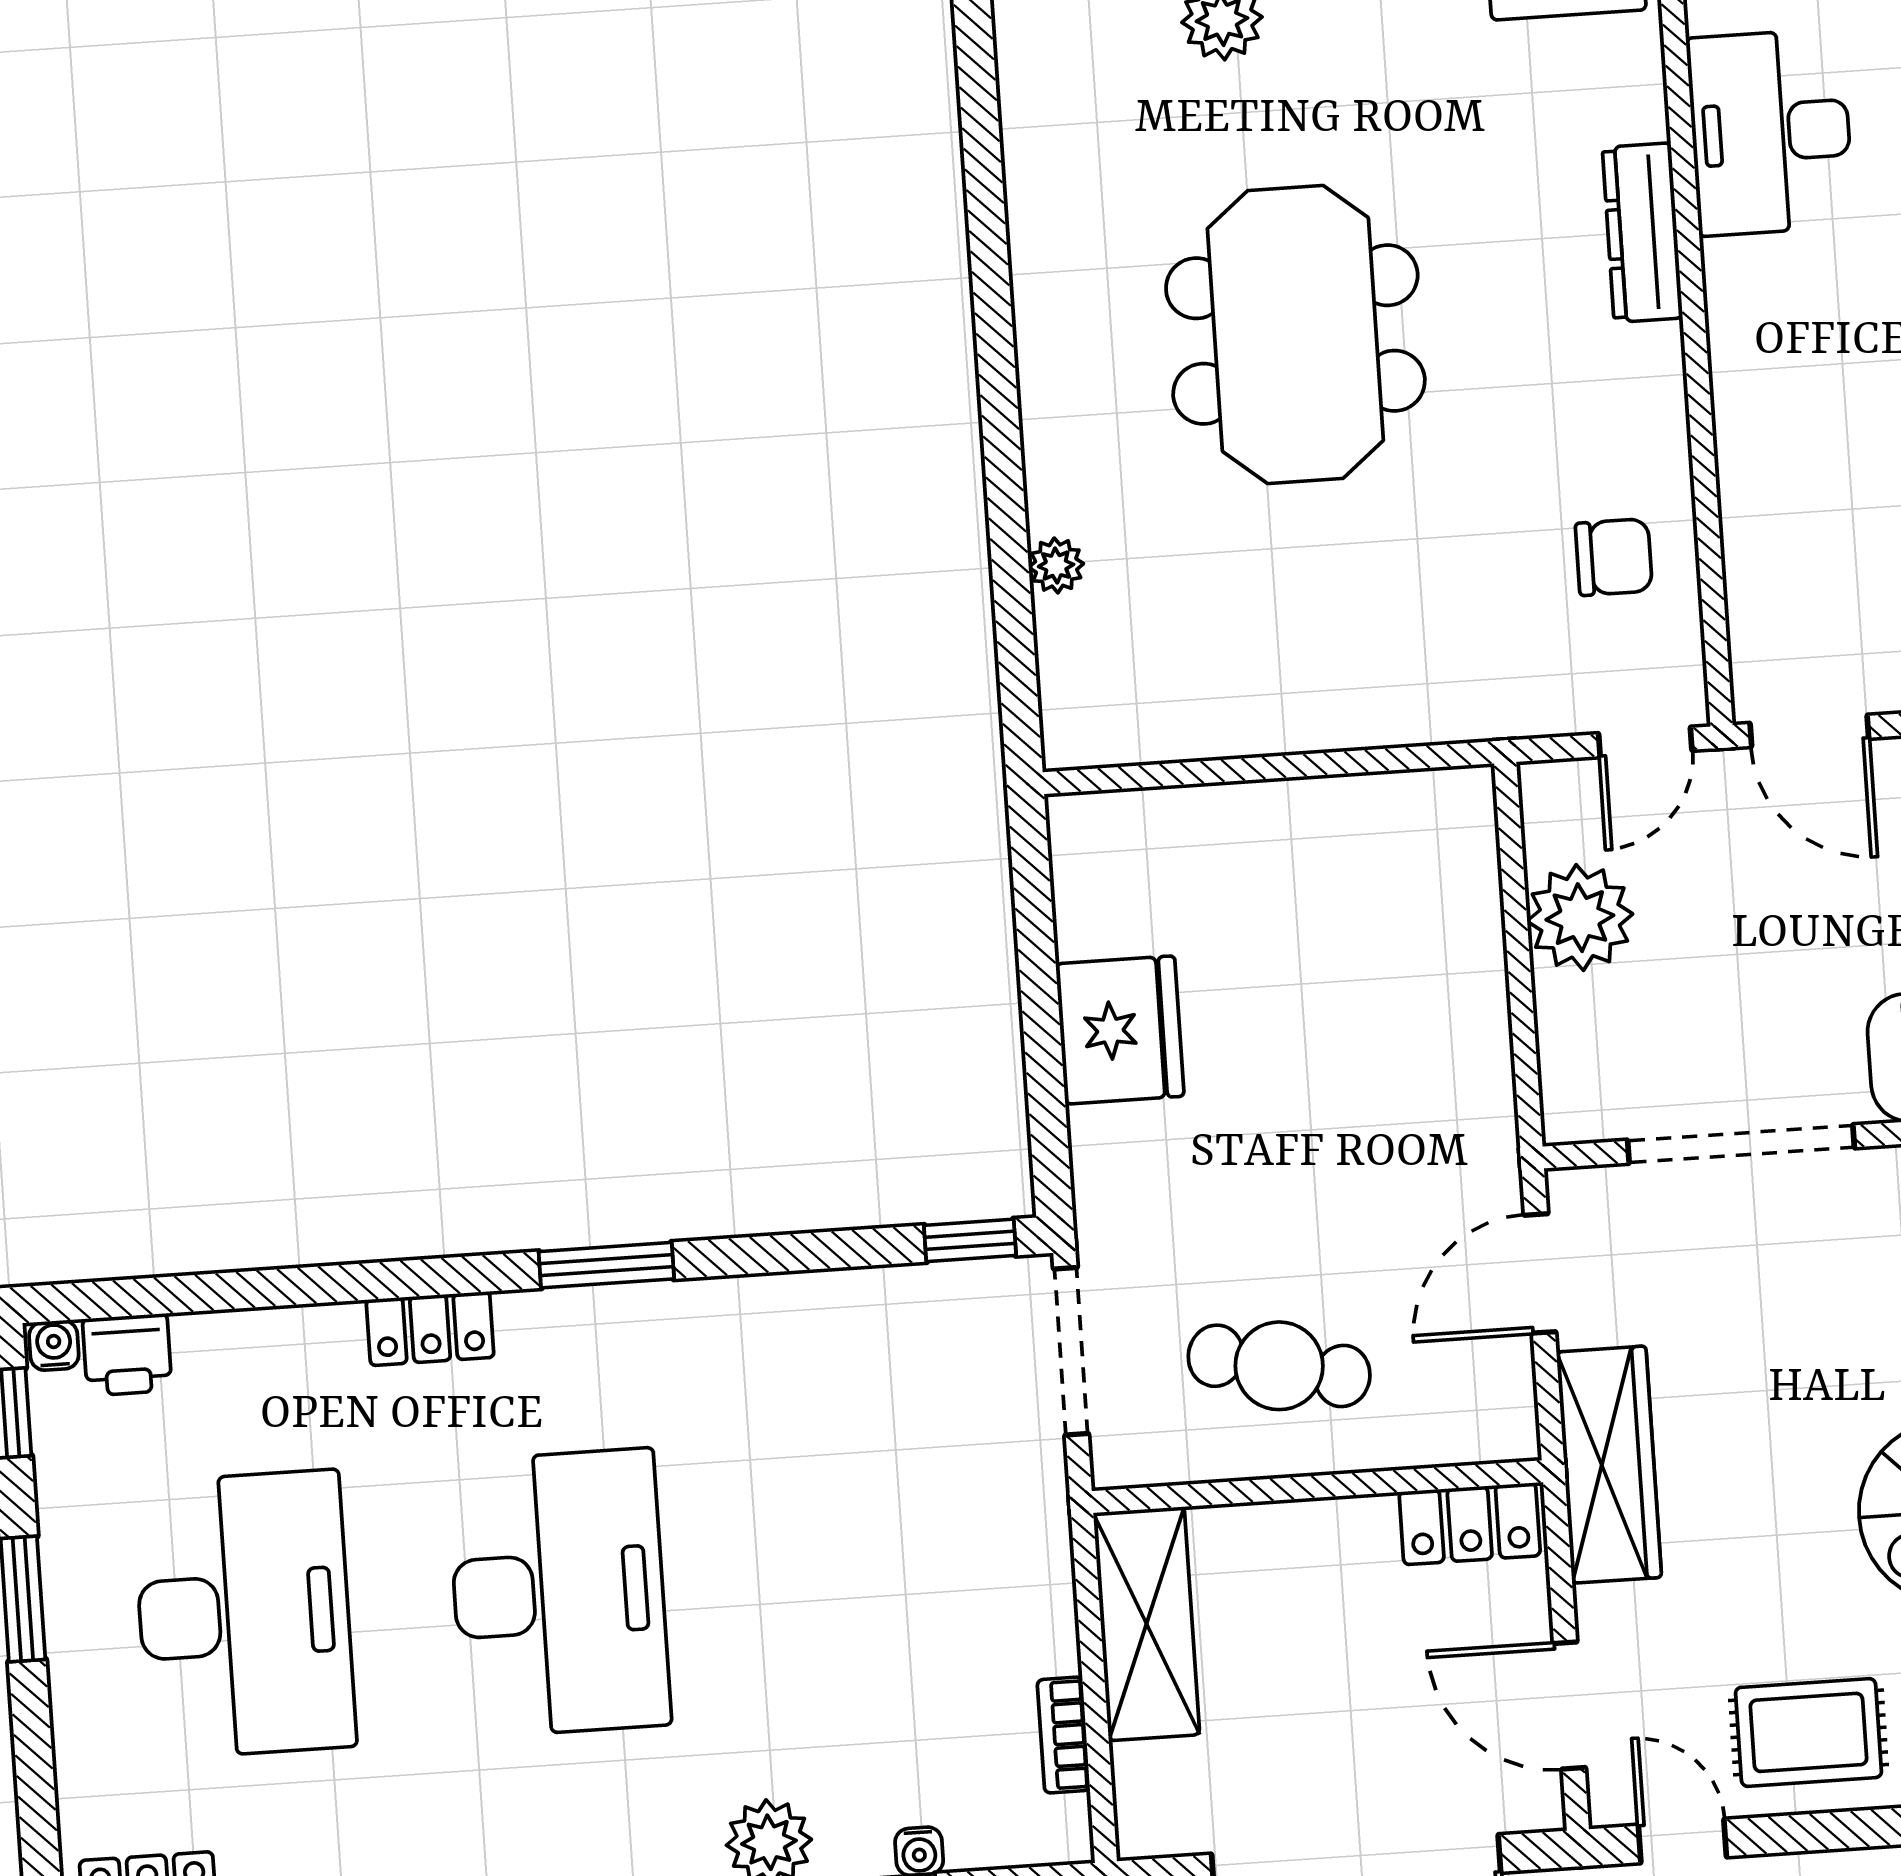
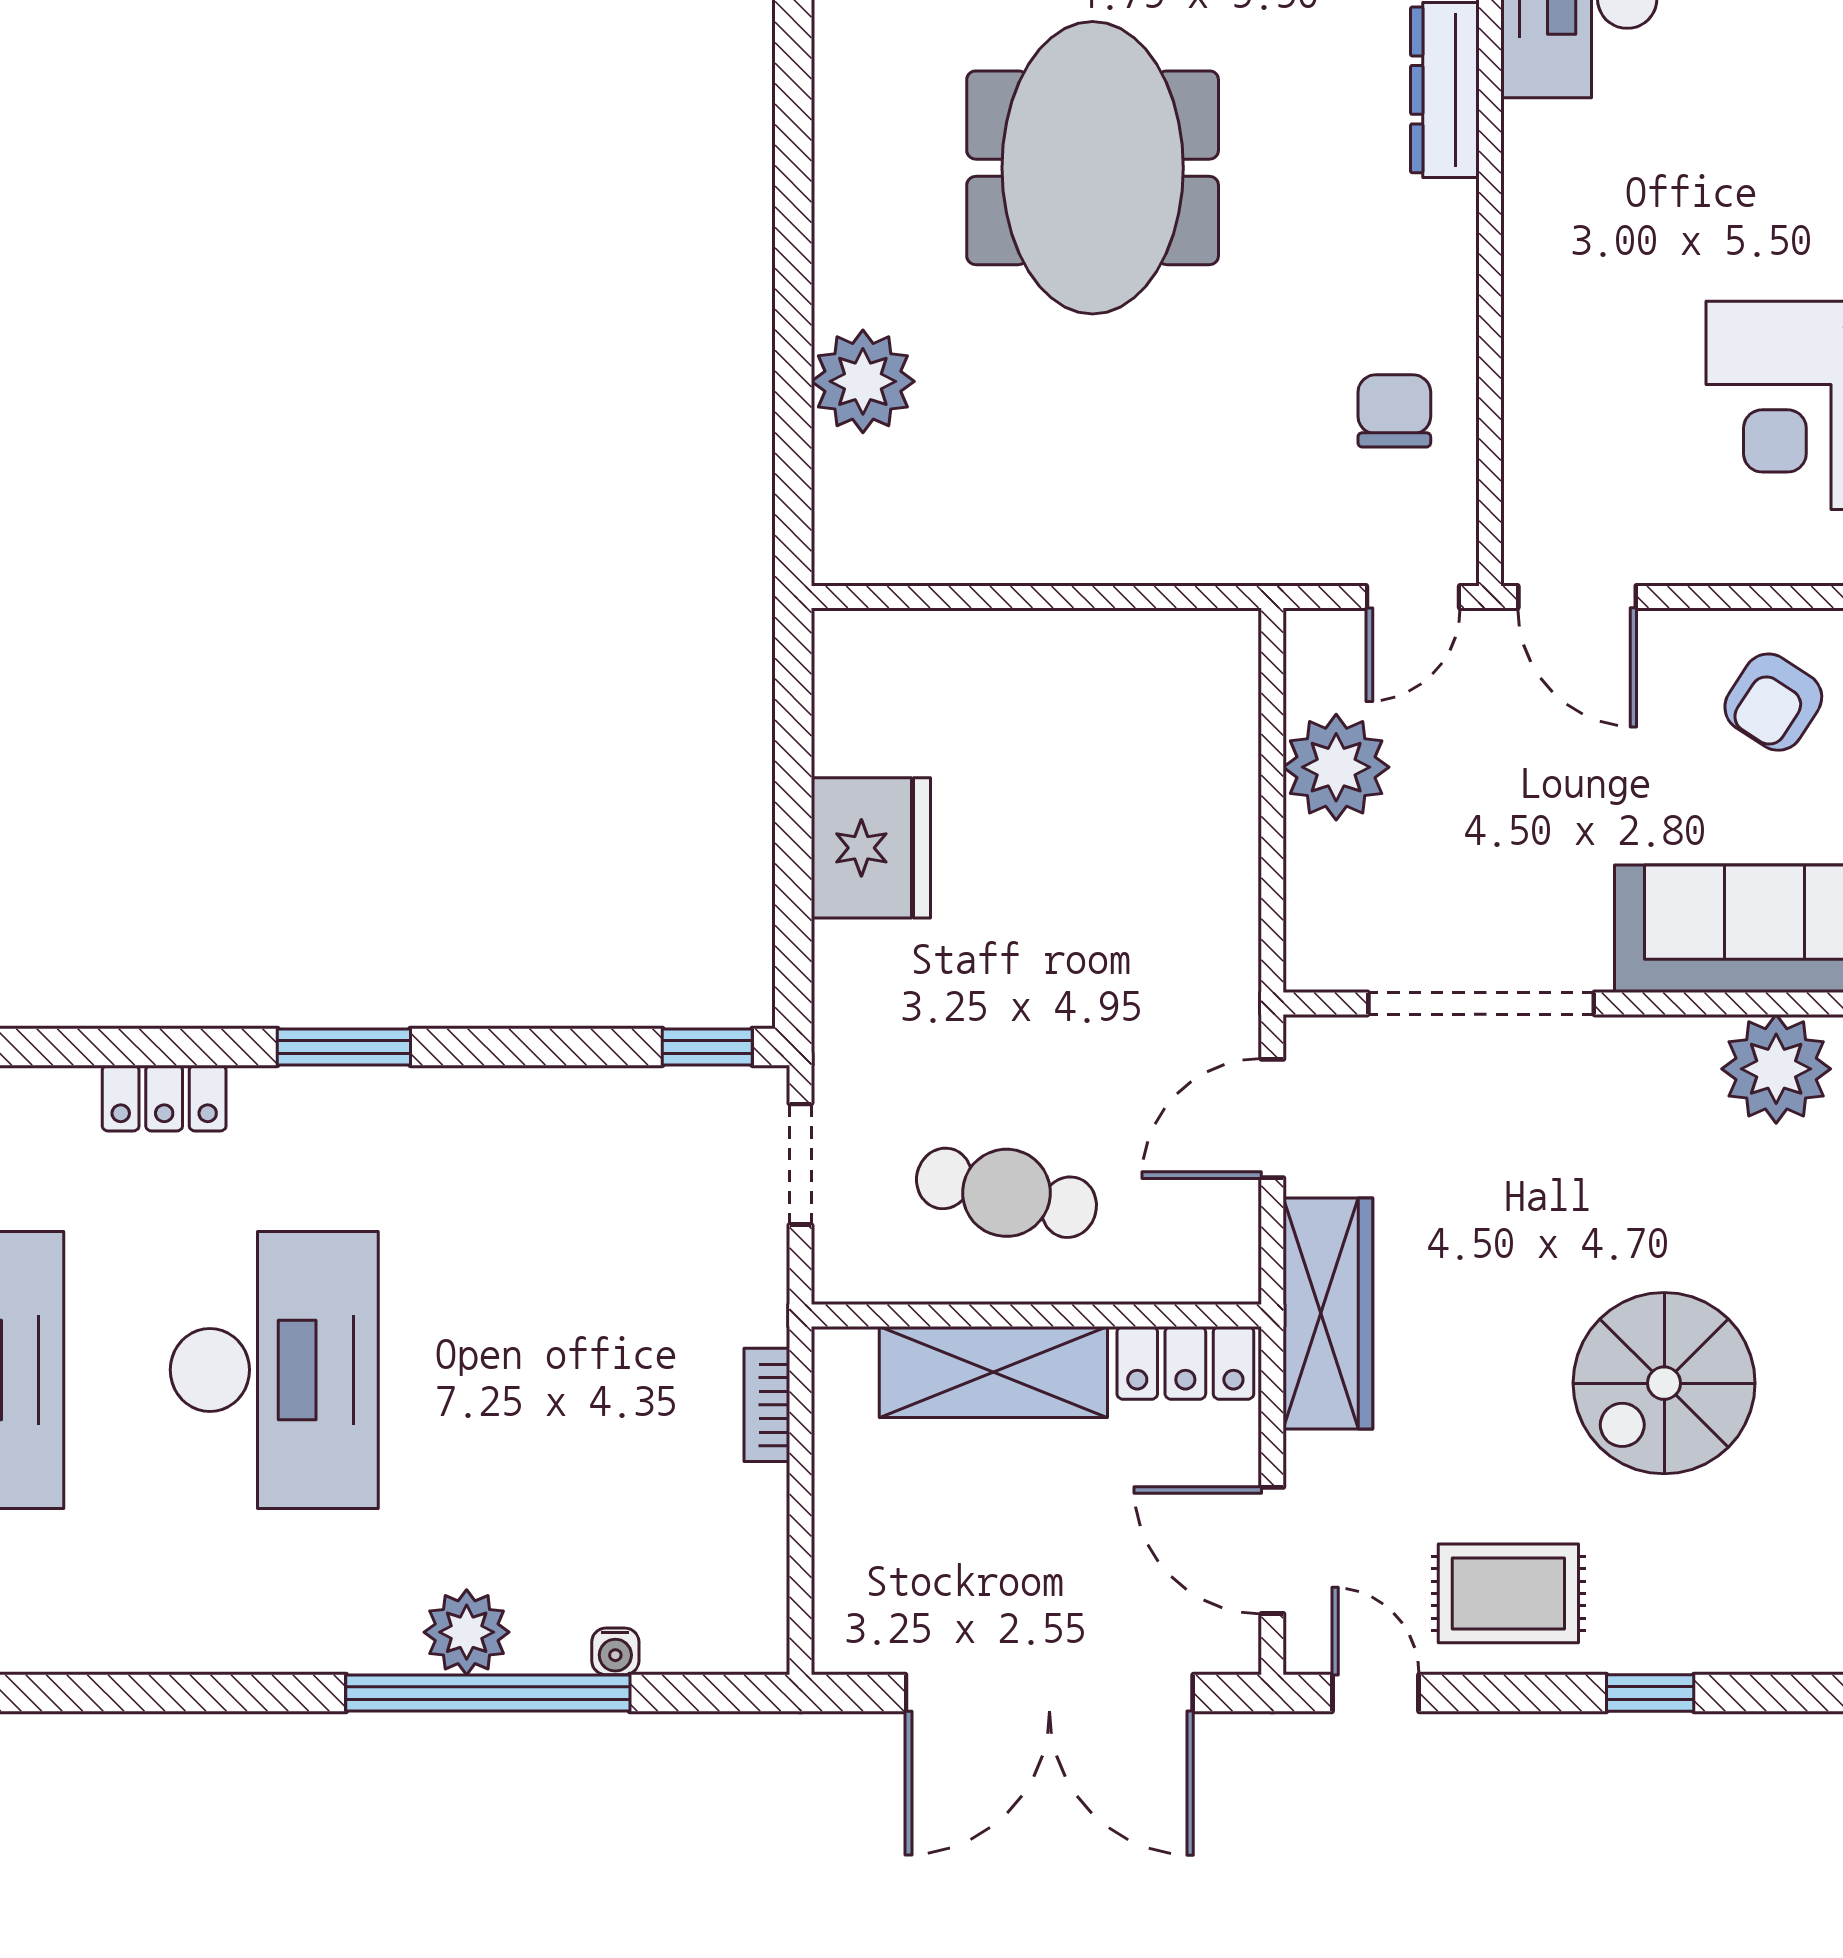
chair: (1614, 557) -> (1394, 411), turned -90
plant: (1056, 565) -> (863, 381), width x1.88, depth x1.88
doorway: (1071, 1351) -> (800, 1164), width x0.73
shelving: (1146, 1624) -> (993, 1372), moved, turned 90
bookcase: (1064, 1735) -> (767, 1405), moved

